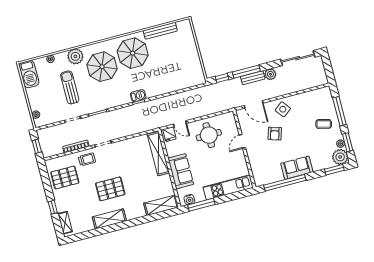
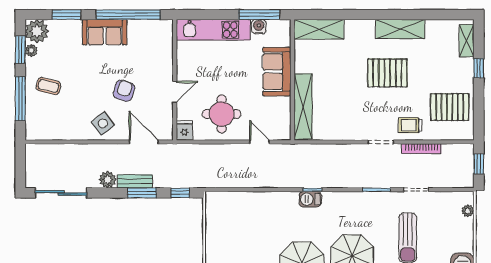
window: (246, 72) -> (142, 193), width x0.69
fridge: (169, 134) -> (184, 131), moved
window: (334, 170) -> (66, 15), moved
water cooler: (189, 200) -> (259, 27), moved

